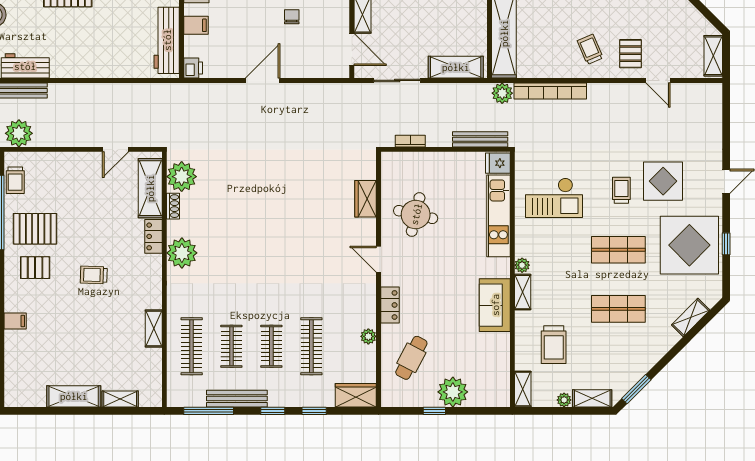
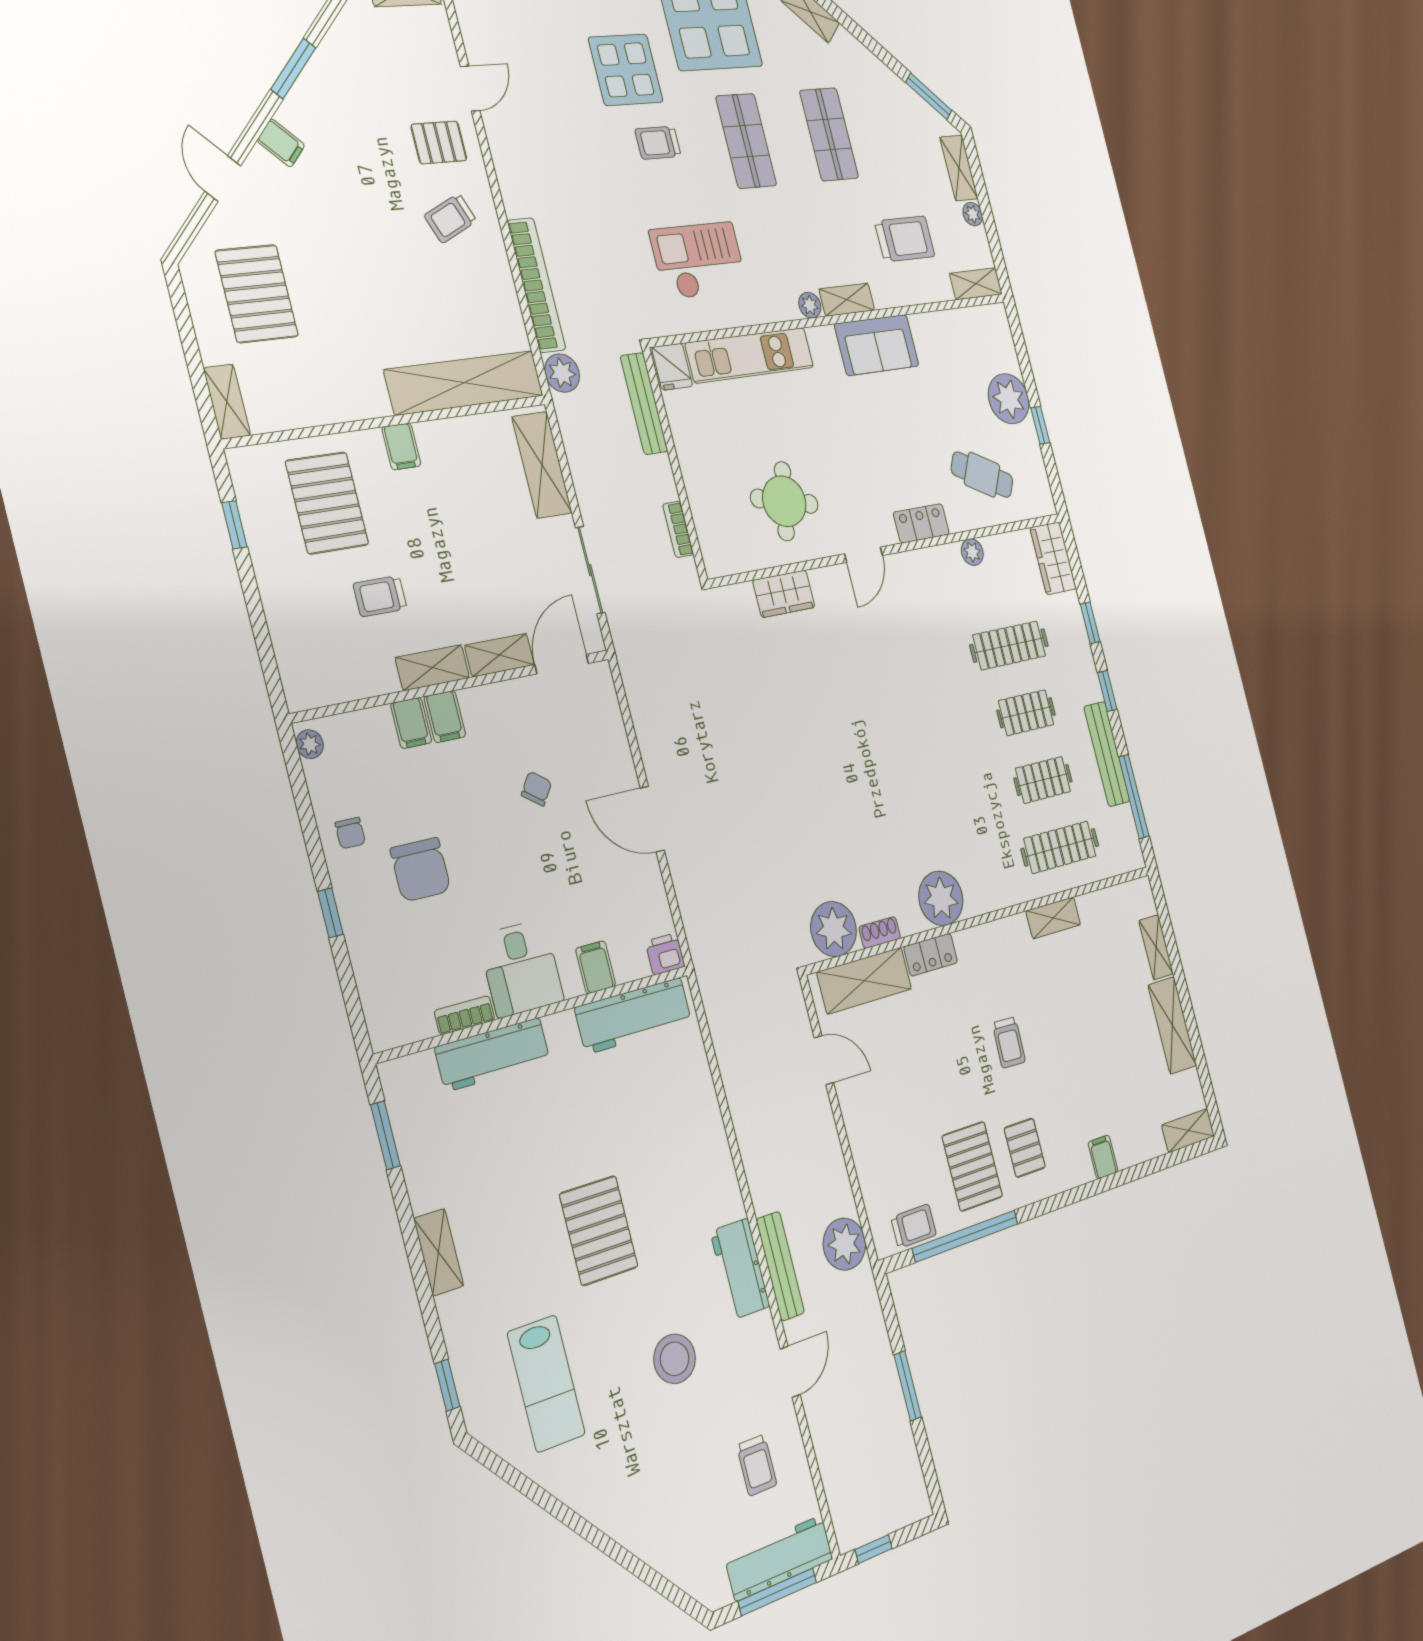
chair: (292, 17) -> (536, 789), turned 126
checkout: (554, 198) -> (699, 261), turned -90
shelving: (13, 388) -> (1188, 1130), added

